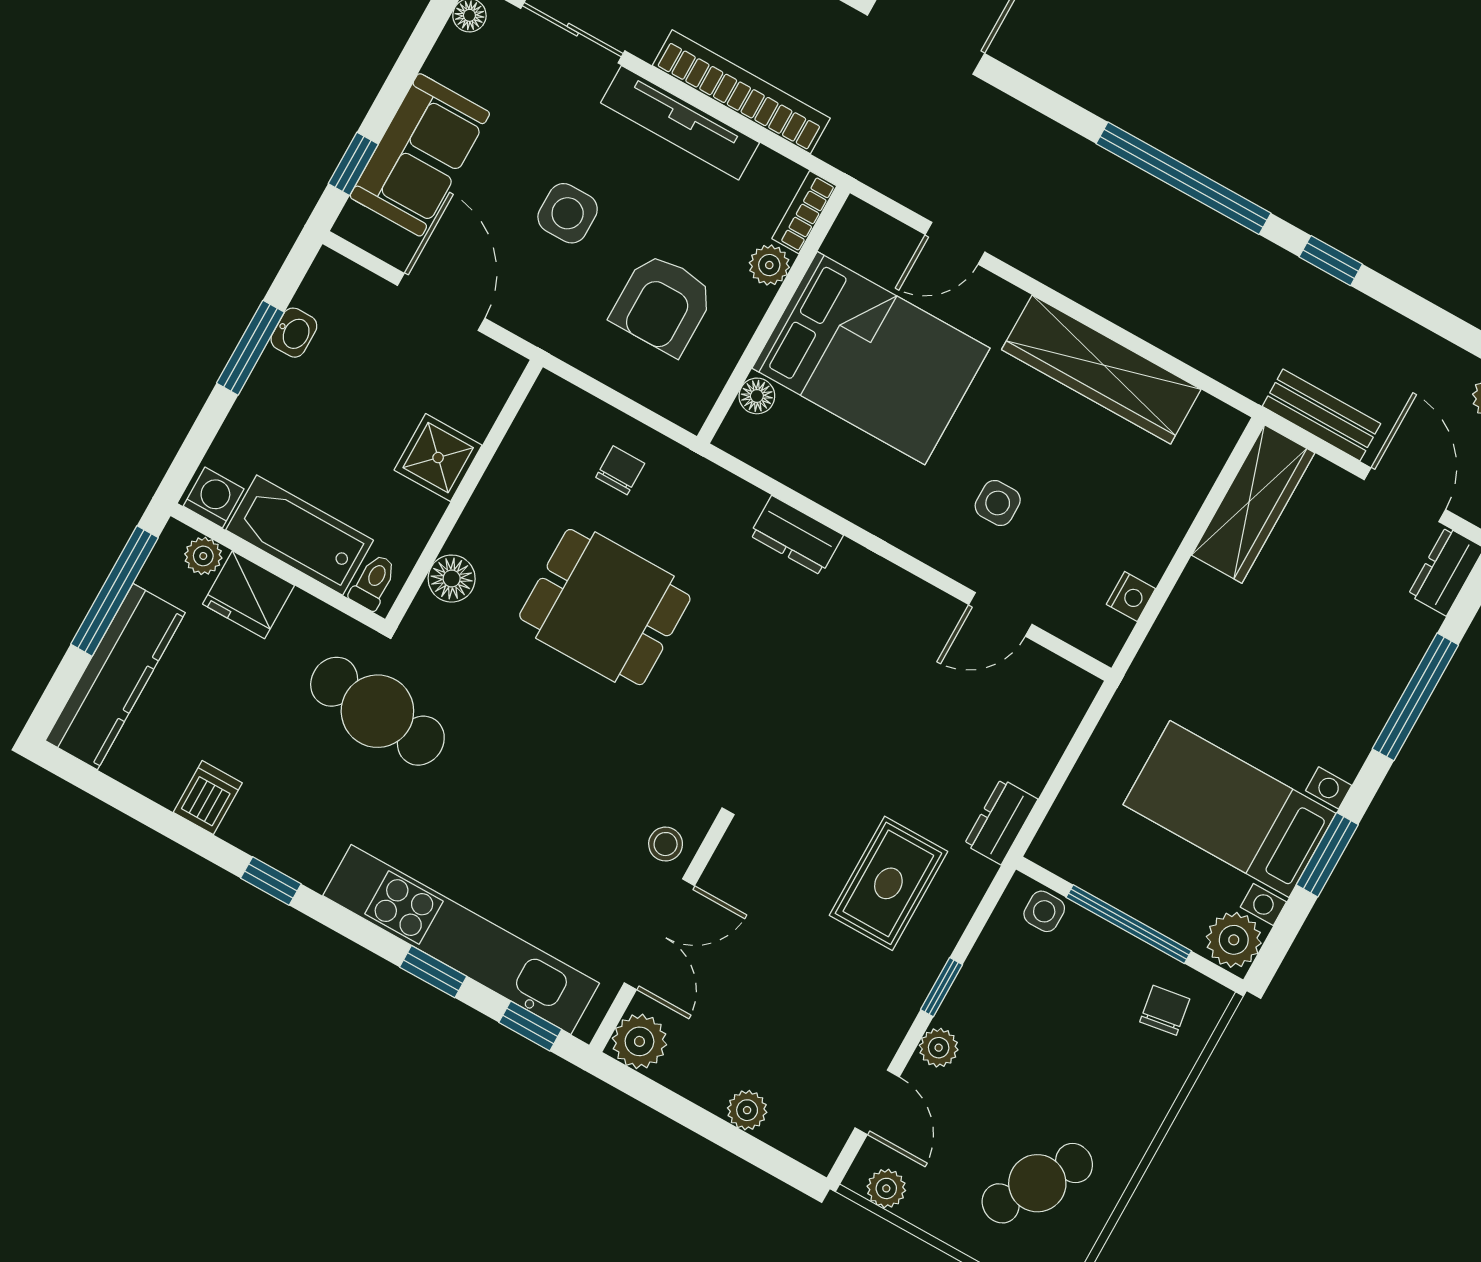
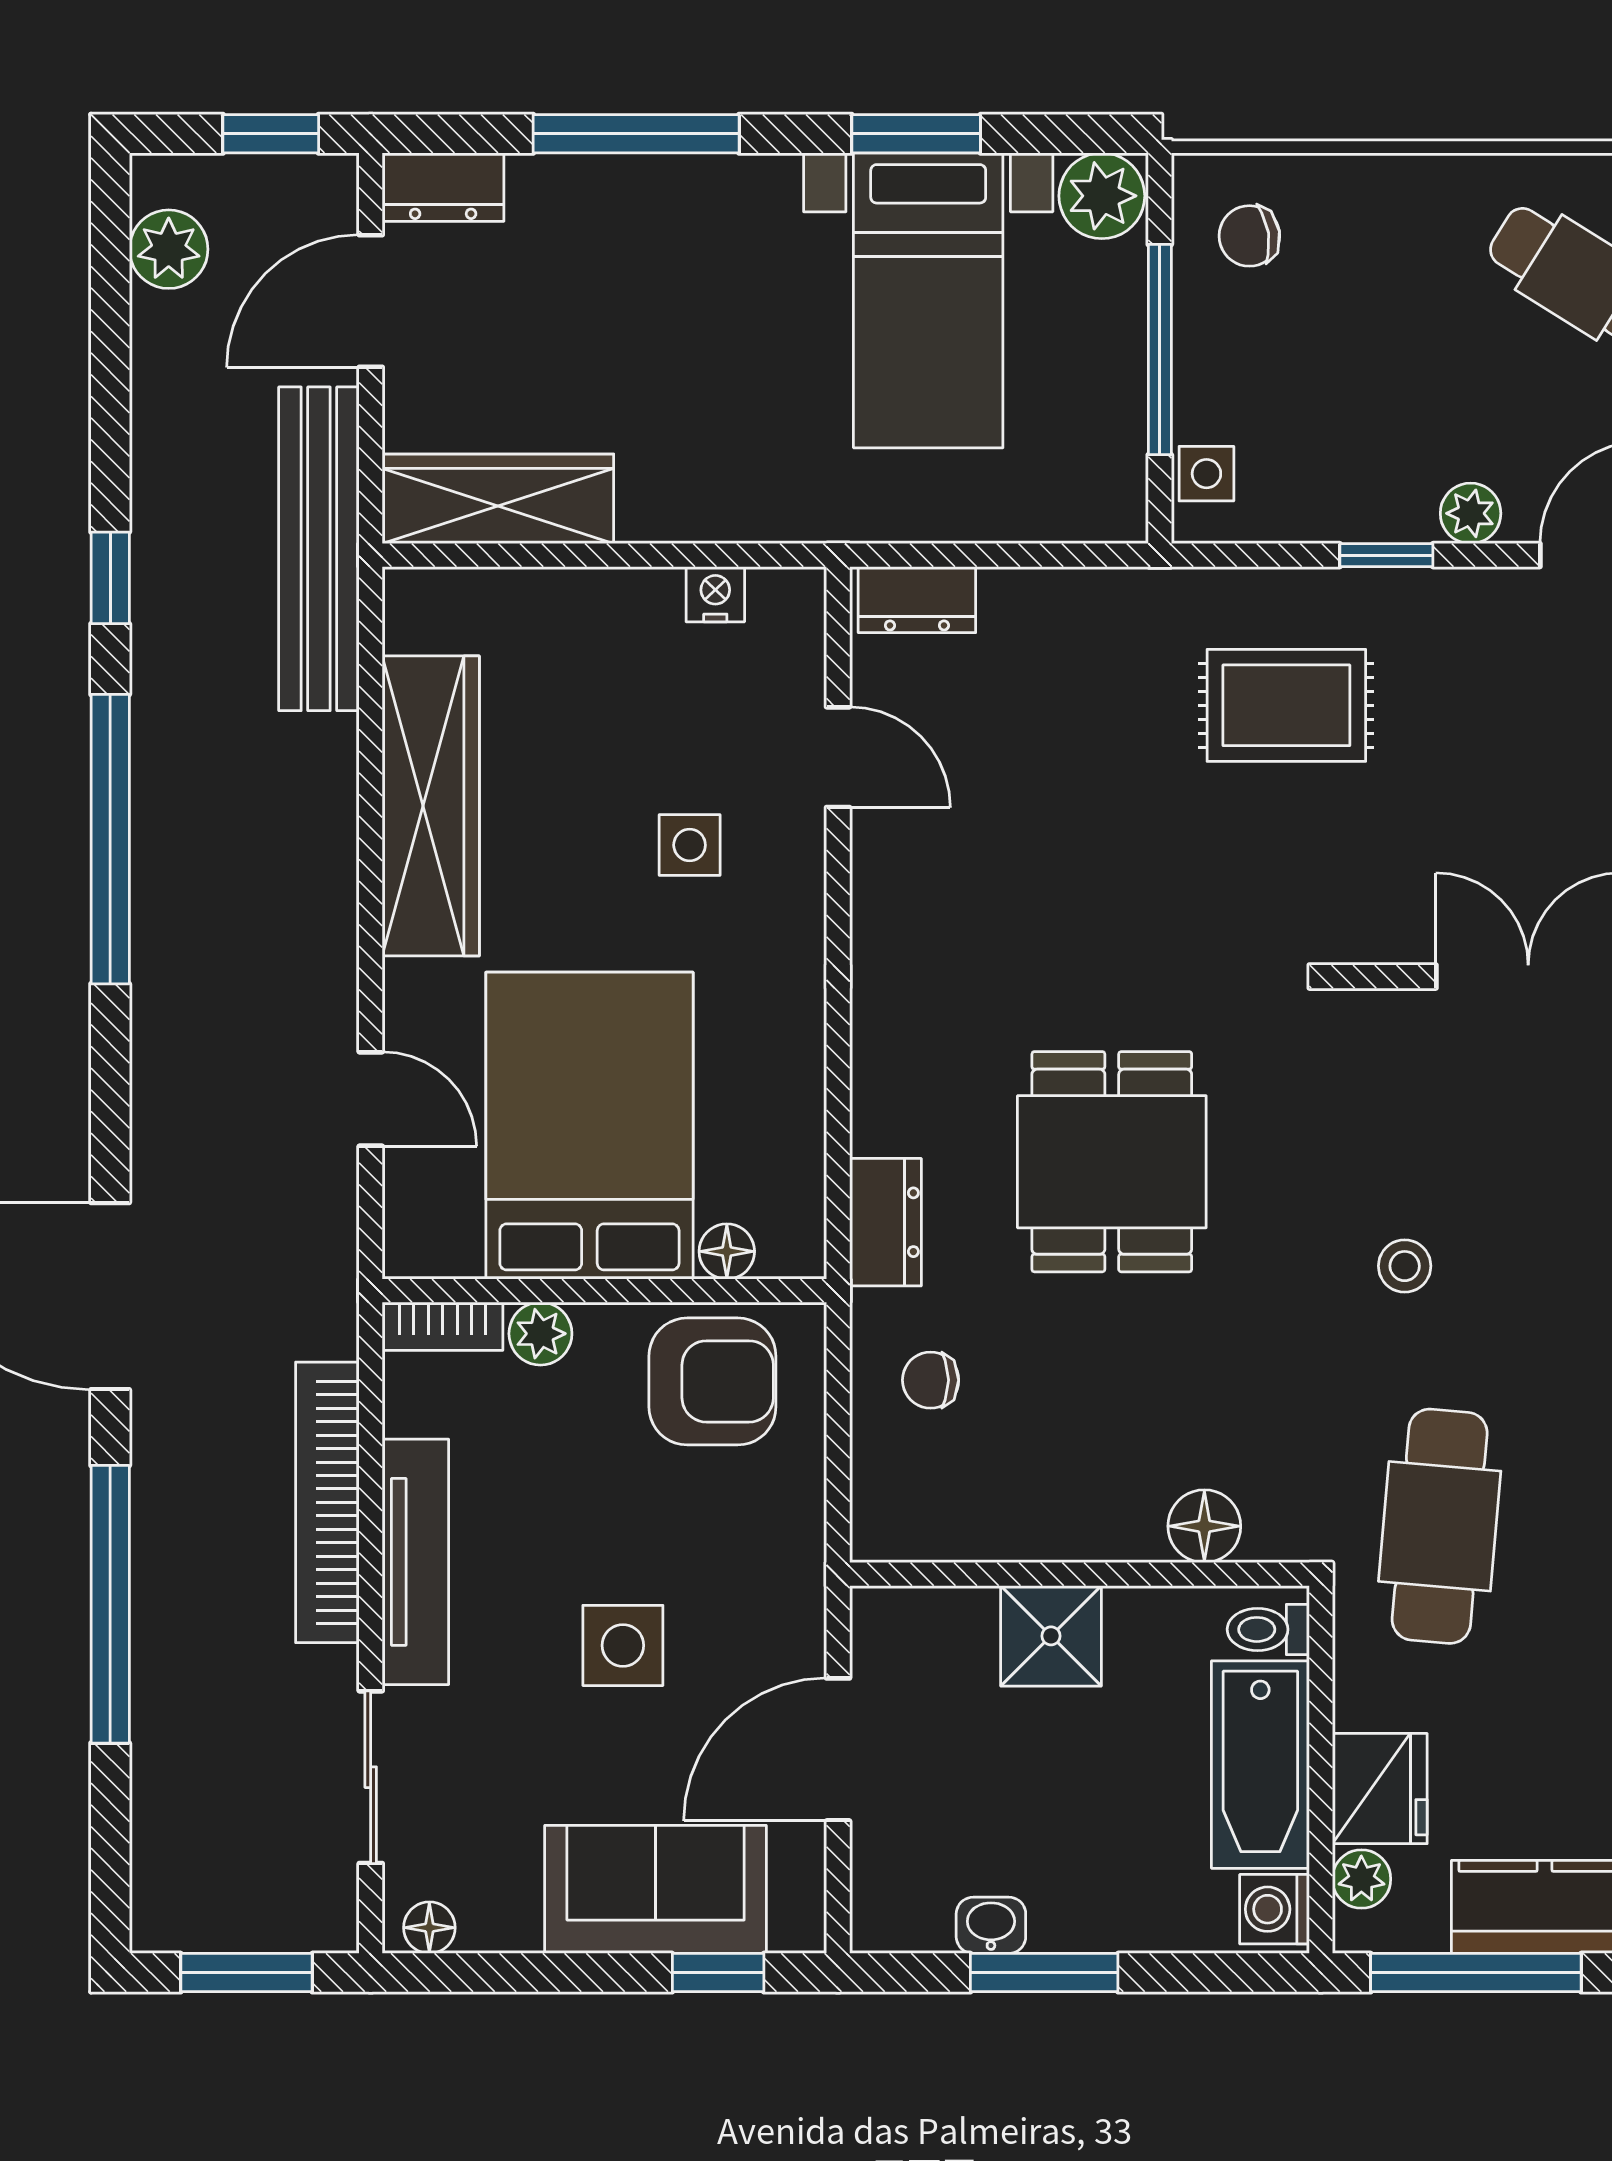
armchair: (663, 304) -> (712, 1381), moved
bench: (1321, 415) -> (319, 549), width x1.86, depth x1.21
dresser: (796, 535) -> (885, 1222), moved
dining table: (605, 607) -> (1112, 1162), moved
dresser: (1001, 822) -> (917, 600), moved
stool: (666, 844) -> (1405, 1266), moved

